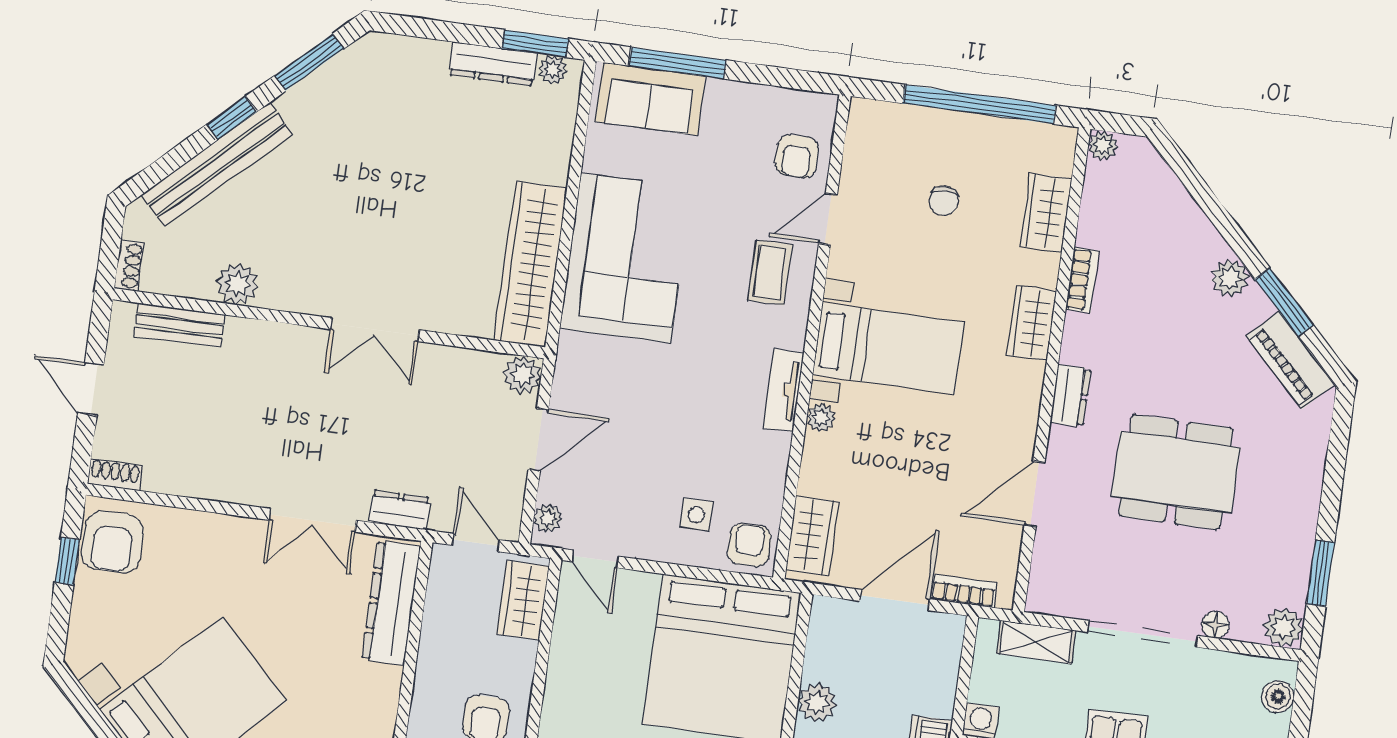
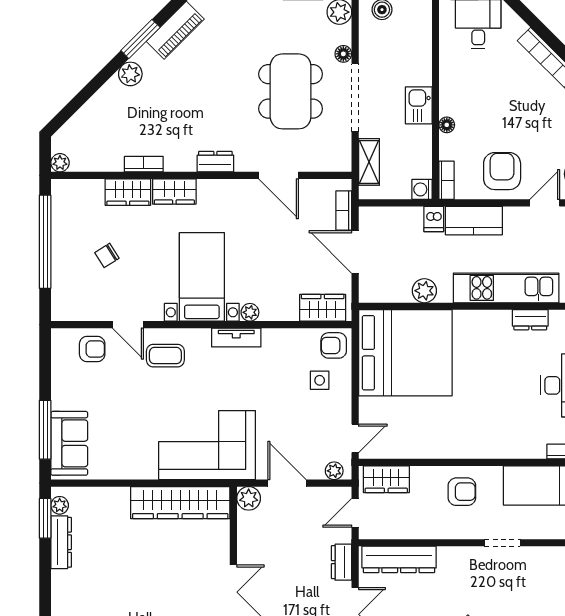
chair: (944, 201) -> (107, 255), turned 148
wardrobe: (1046, 212) -> (128, 192), moved
corner sofa: (625, 258) -> (207, 445), moved
dining table: (1176, 472) -> (291, 91), moved

